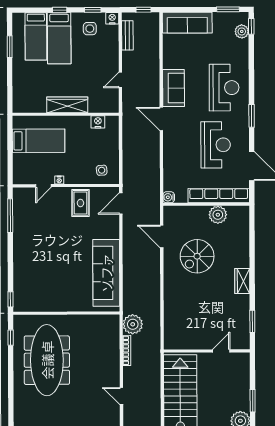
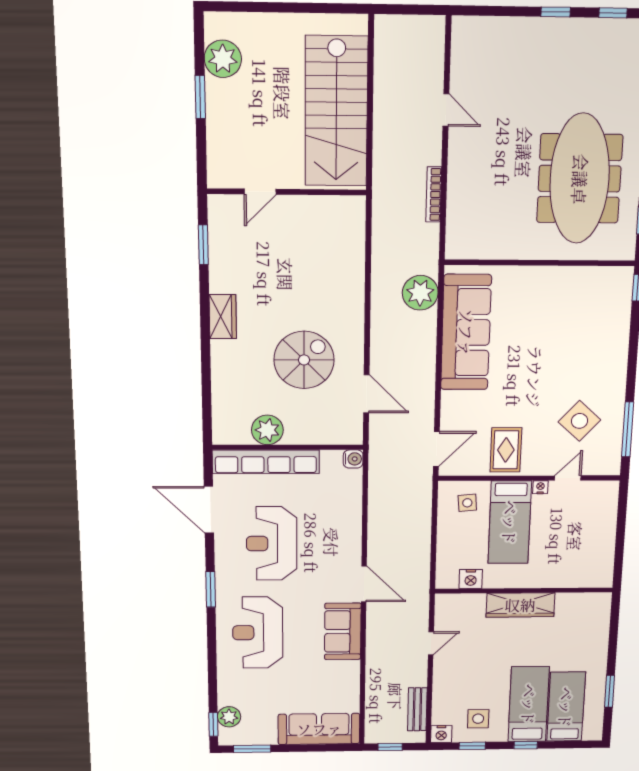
bed: (39, 141) -> (510, 522), moved, turned -90
side table: (39, 221) -> (580, 421), added
plant: (133, 324) -> (420, 293), moved

